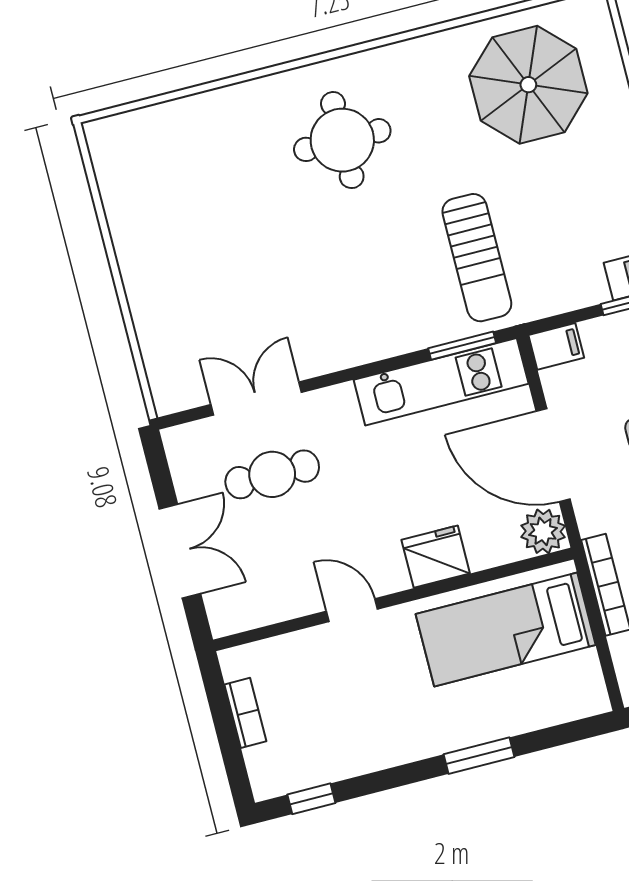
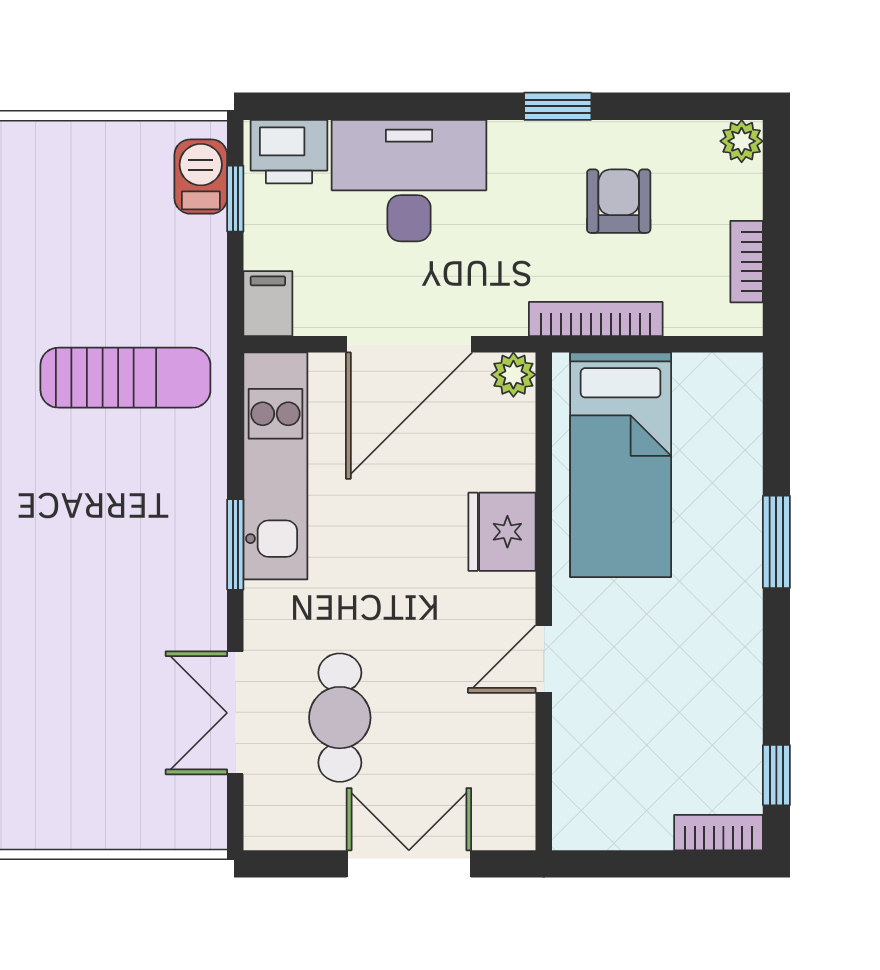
window: (462, 346) -> (235, 545), moved
plant: (543, 531) -> (513, 375), width x0.73, depth x0.73
bookcase: (245, 713) -> (719, 833), moved

